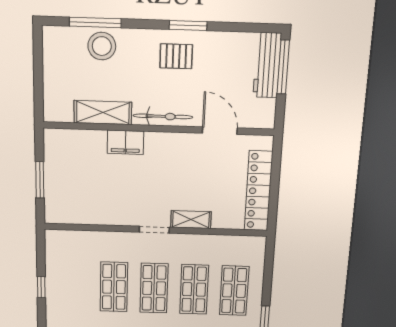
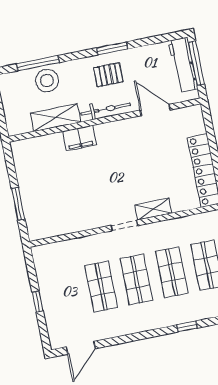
shelving: (103, 113) -> (56, 118), moved
bicycle: (163, 116) -> (106, 109), moved
wall: (159, 129) -> (105, 120), moved
door: (220, 131) -> (155, 110), moved
filing cabinet: (125, 142) -> (80, 138), moved

